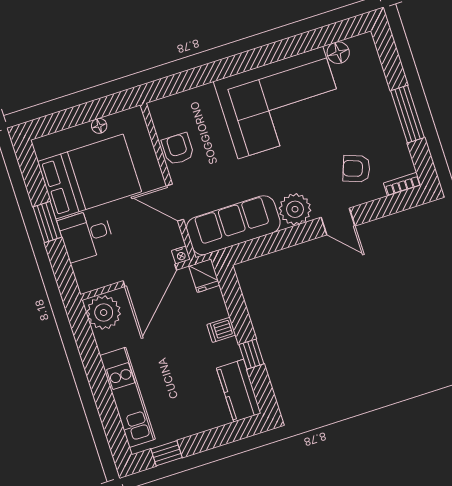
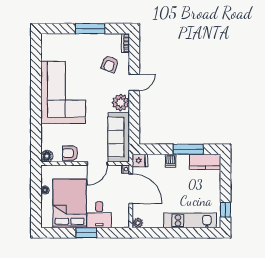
floor lamp: (338, 53) -> (47, 156), moved
plant: (104, 312) -> (138, 223), width x0.53, depth x0.53
window: (251, 354) -> (188, 149), width x2.17

